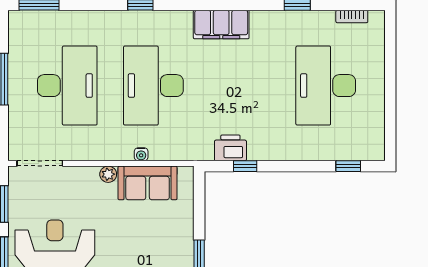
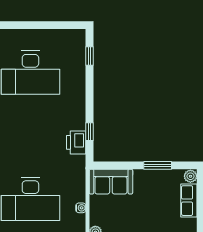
sofa: (148, 183) -> (111, 182), moved, turned 90

